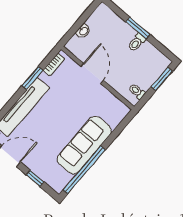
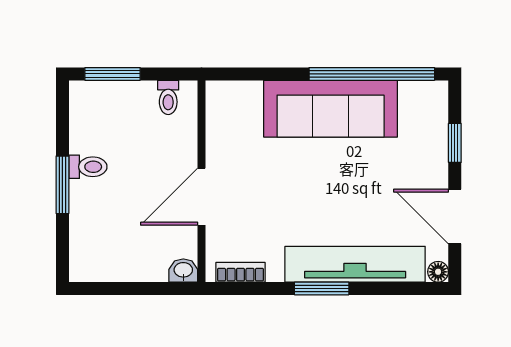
washbasin: (83, 31) -> (183, 271), moved
window: (32, 78) -> (322, 289), moved

